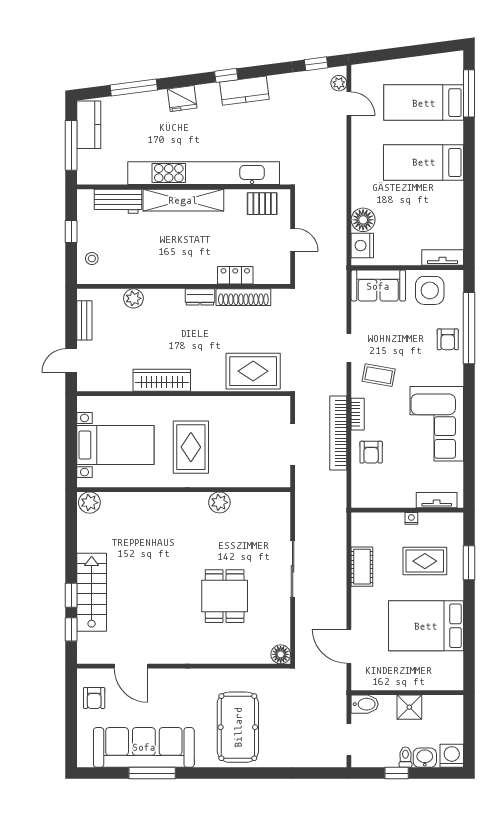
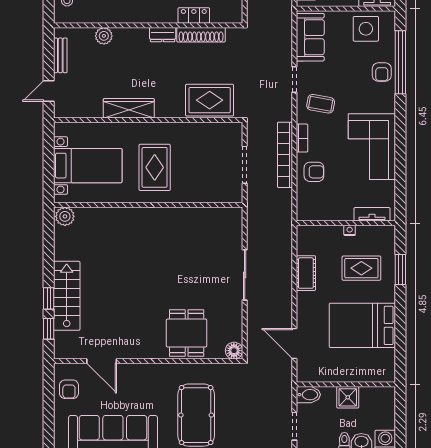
sofa: (378, 286) -> (310, 37), moved, turned -90
armchair: (371, 452) -> (314, 172), turned -90
plant: (219, 502) -> (180, 216), removed
dining table: (225, 596) -> (187, 333), moved

